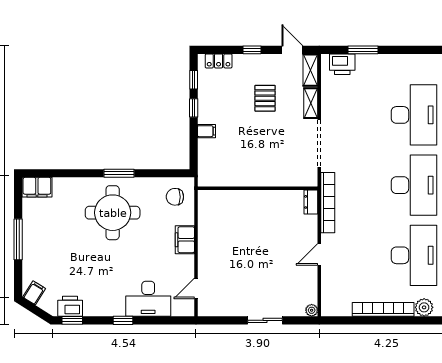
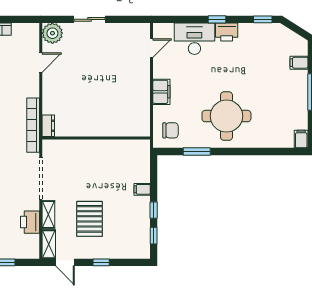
locker: (219, 61) -> (131, 252), removed
printer: (342, 64) -> (30, 222), moved, turned -90
pallet: (265, 98) -> (89, 219), width x1.50, depth x1.42
window: (119, 173) -> (197, 152), moved
filing cabinet: (37, 187) -> (301, 139), width x0.50
door: (319, 254) -> (41, 63), moved
filing cabinet: (34, 293) -> (299, 63), moved, turned 58
printer: (70, 306) -> (227, 32), moved
plant: (312, 310) -> (52, 33), width x1.88, depth x1.88

